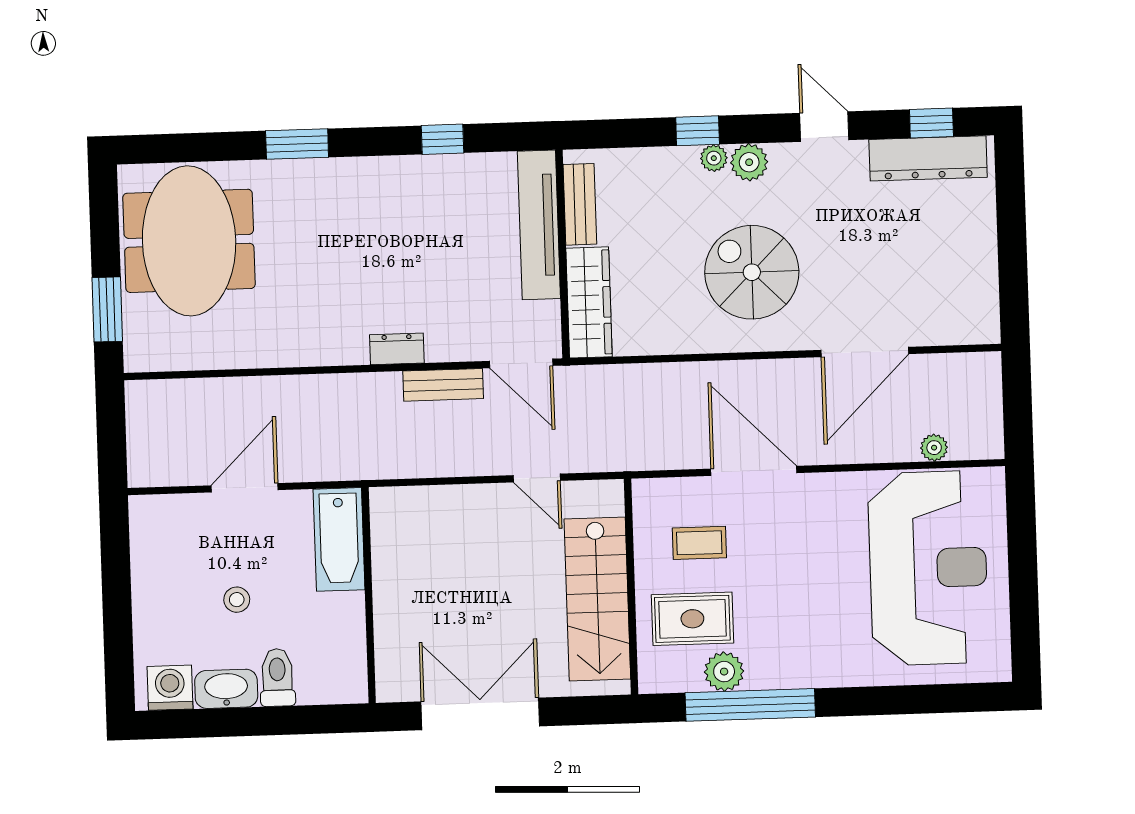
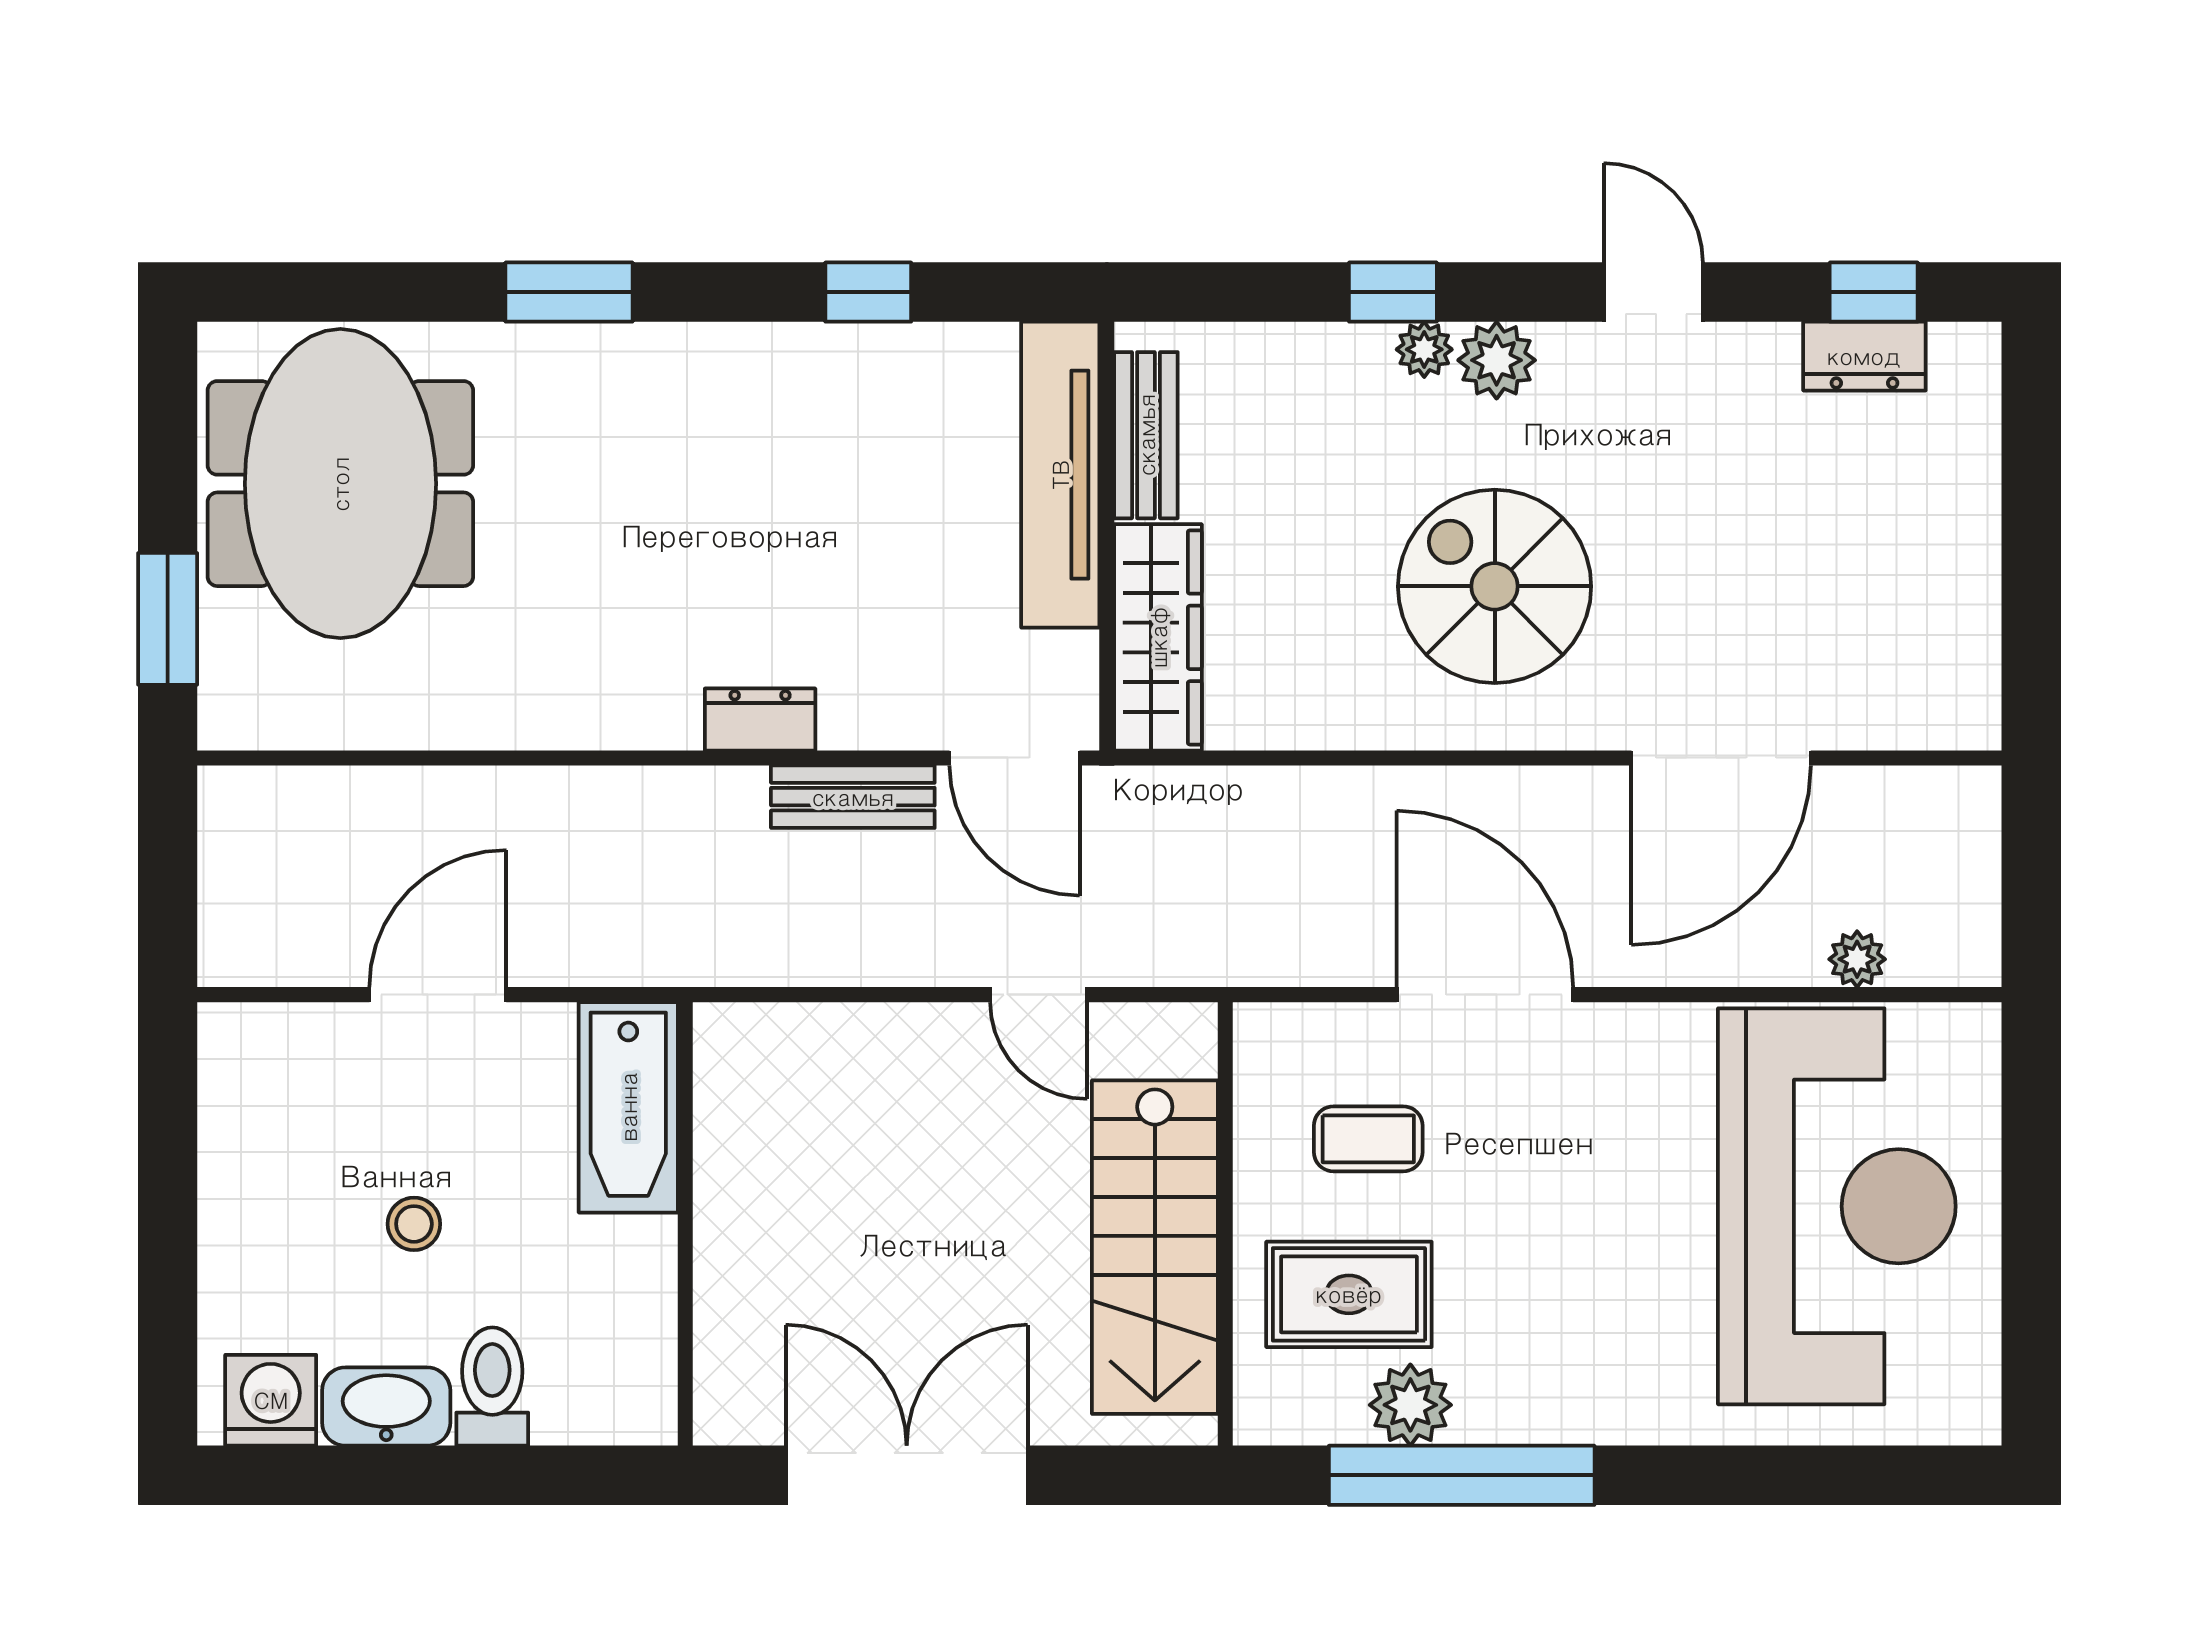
dresser: (928, 158) -> (1864, 356), width x0.51, depth x0.80

